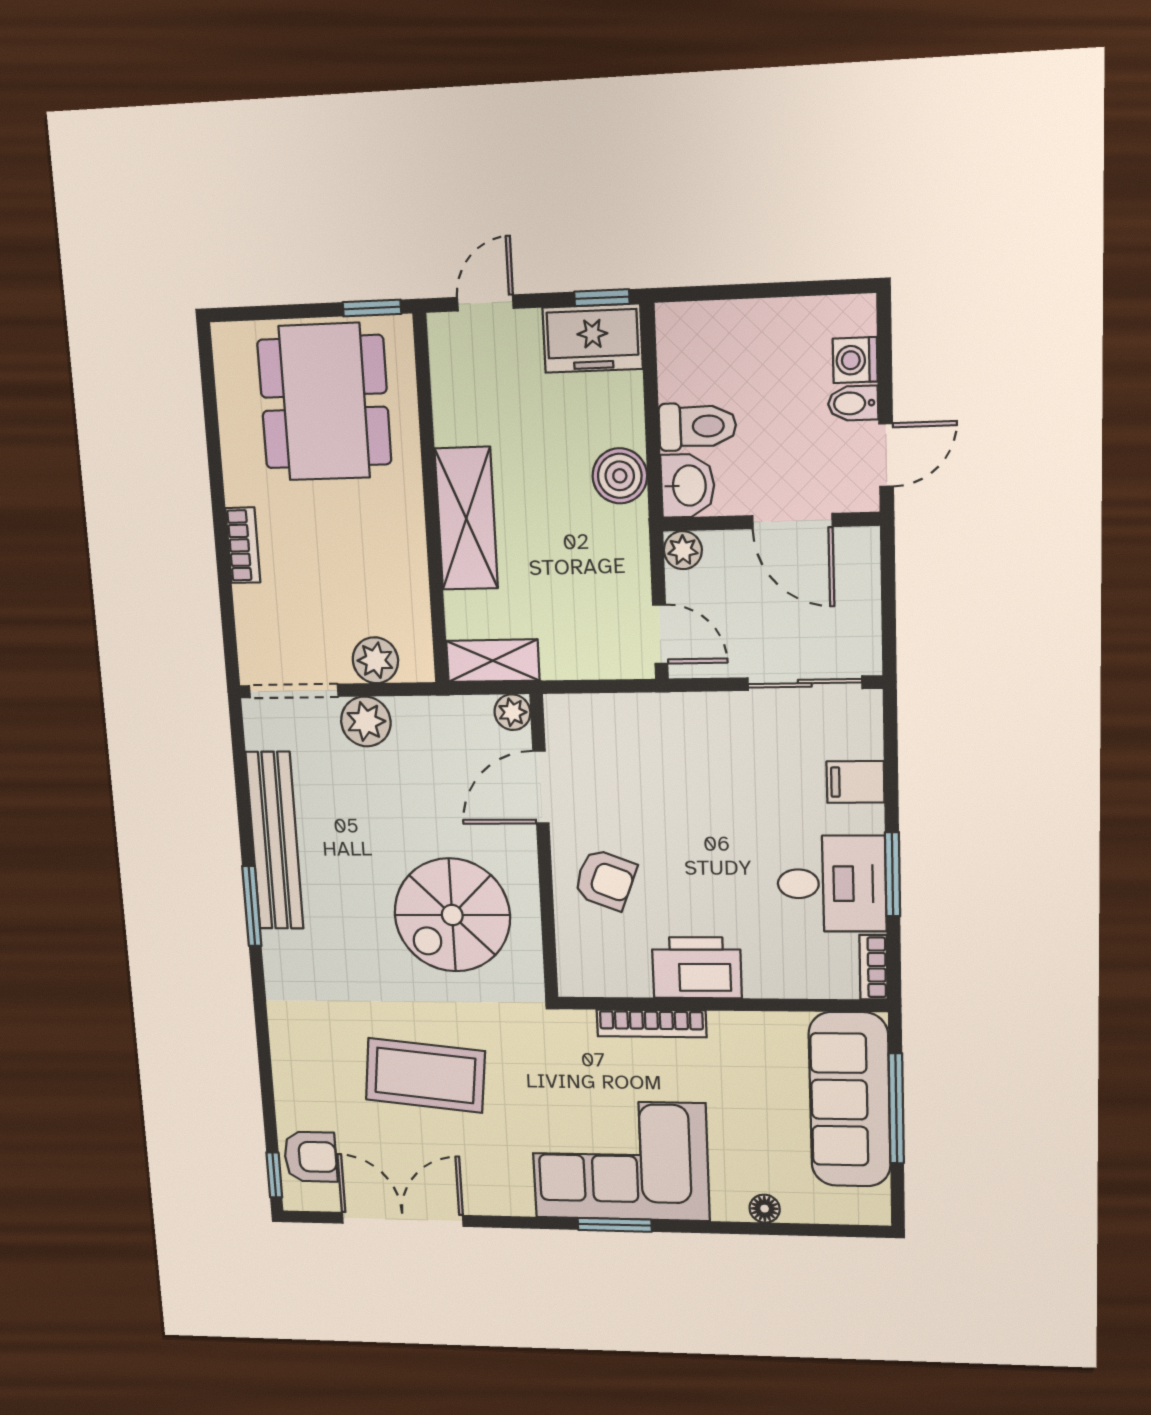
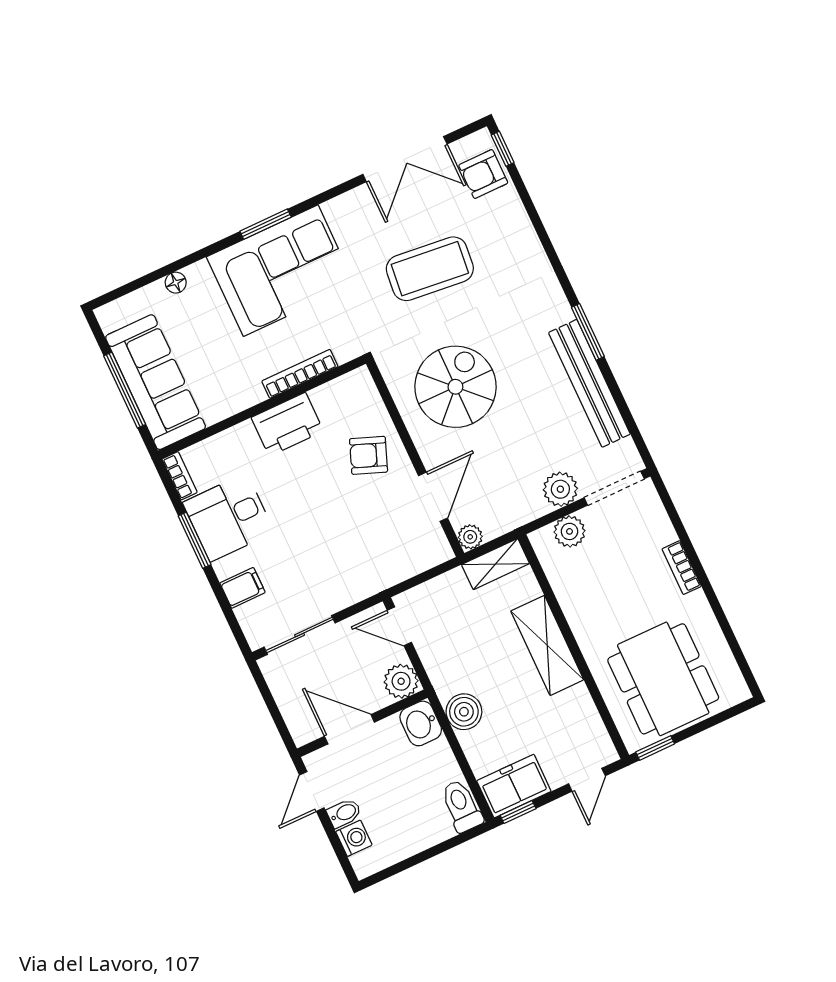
toilet: (697, 426) -> (461, 806), moved, turned 90
plant: (683, 550) -> (401, 681), width x1.38, depth x1.38

